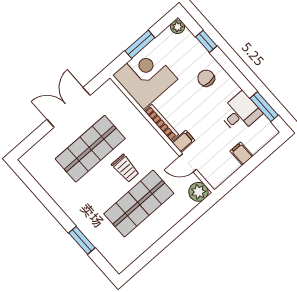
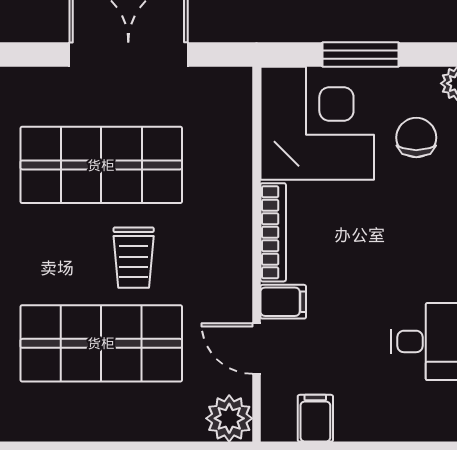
chair: (206, 78) -> (416, 138), moved
filing cabinet: (241, 154) -> (315, 418), moved

